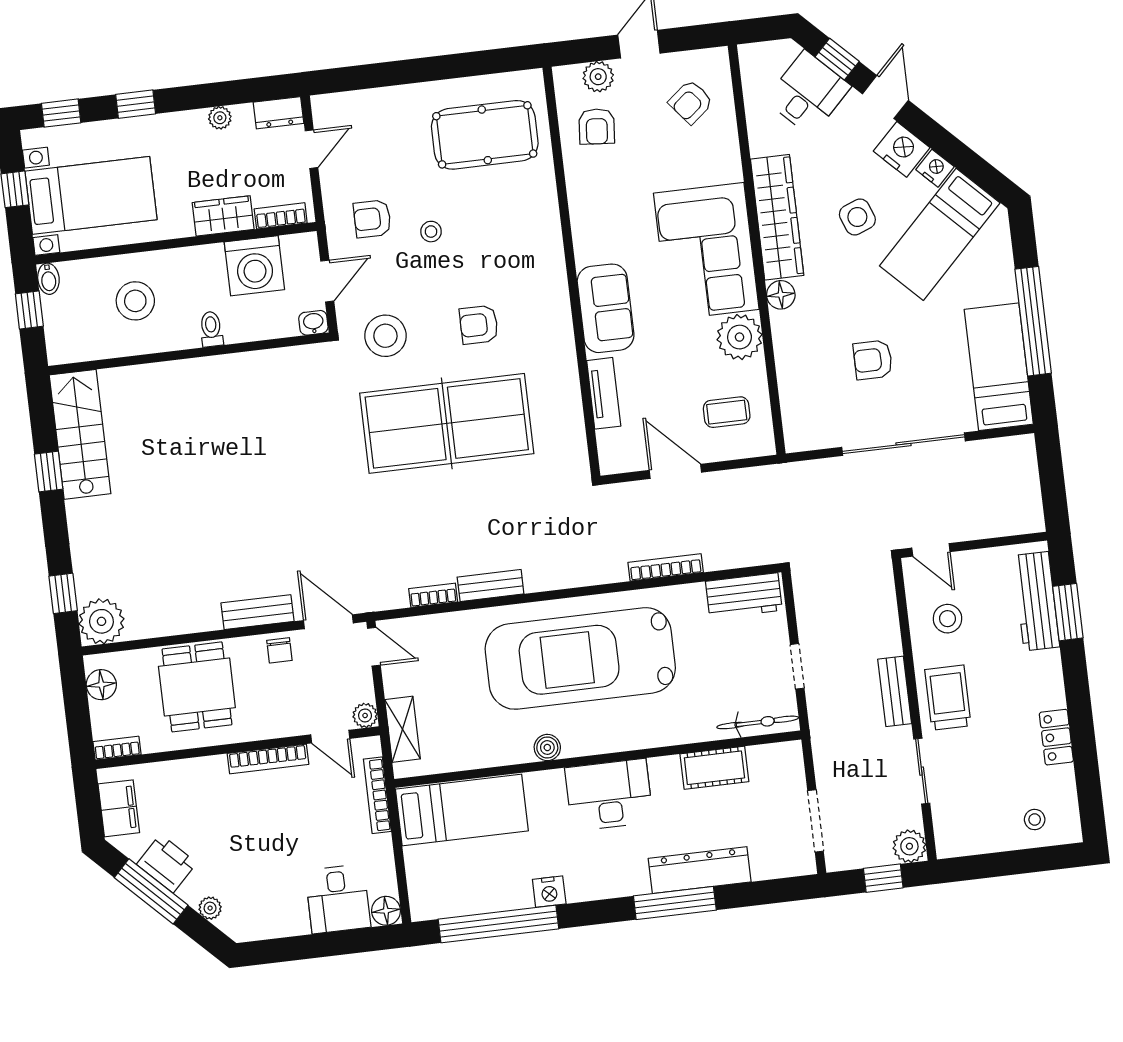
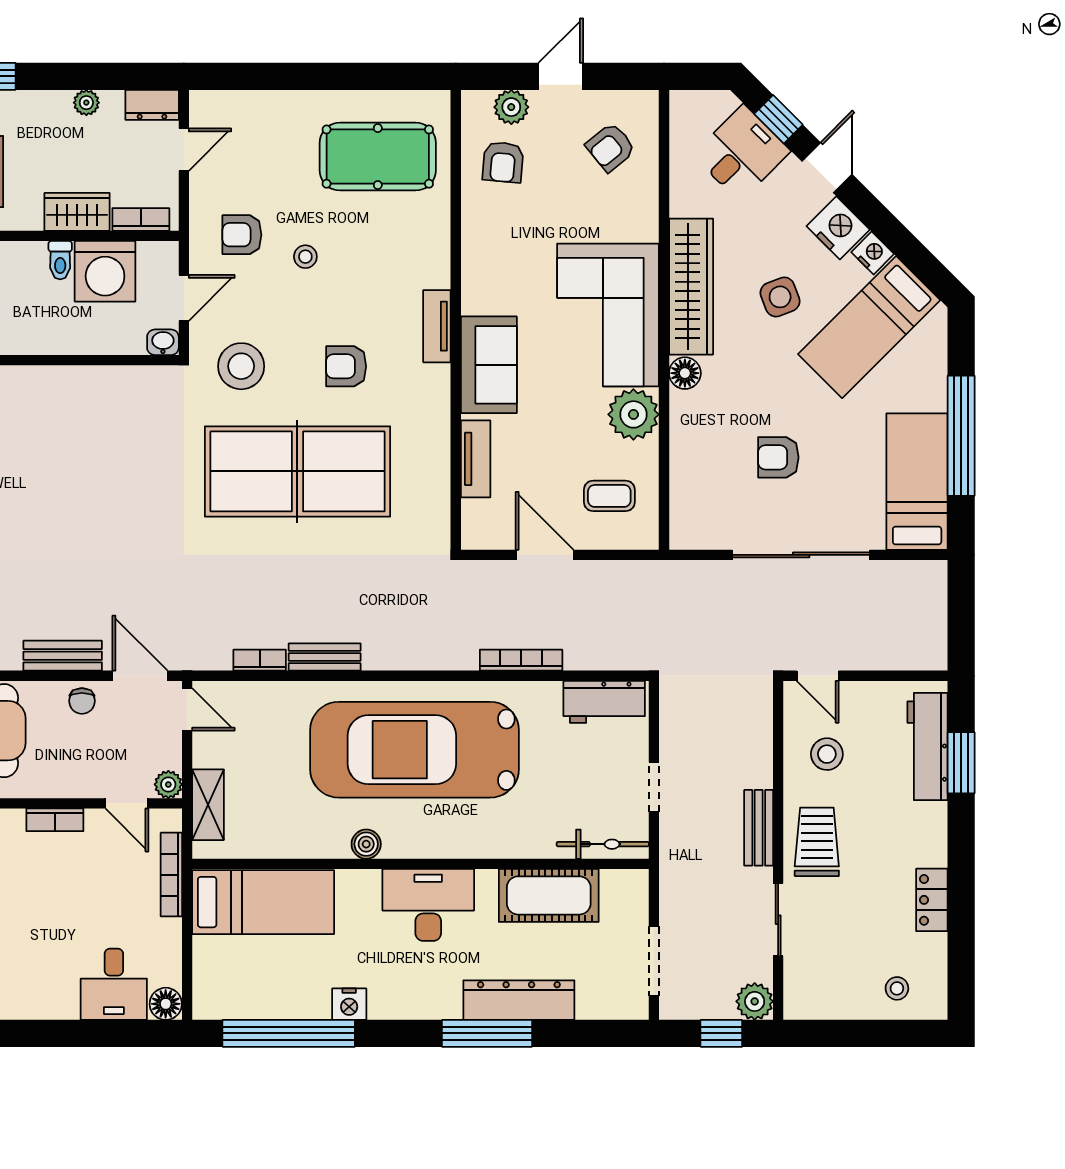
tv unit: (555, 279) -> (437, 326), added
toilet: (211, 329) -> (60, 260), moved, turned 180
bookcase: (268, 759) -> (55, 820), width x0.64
cot: (714, 768) -> (549, 895), width x1.37, depth x1.34

